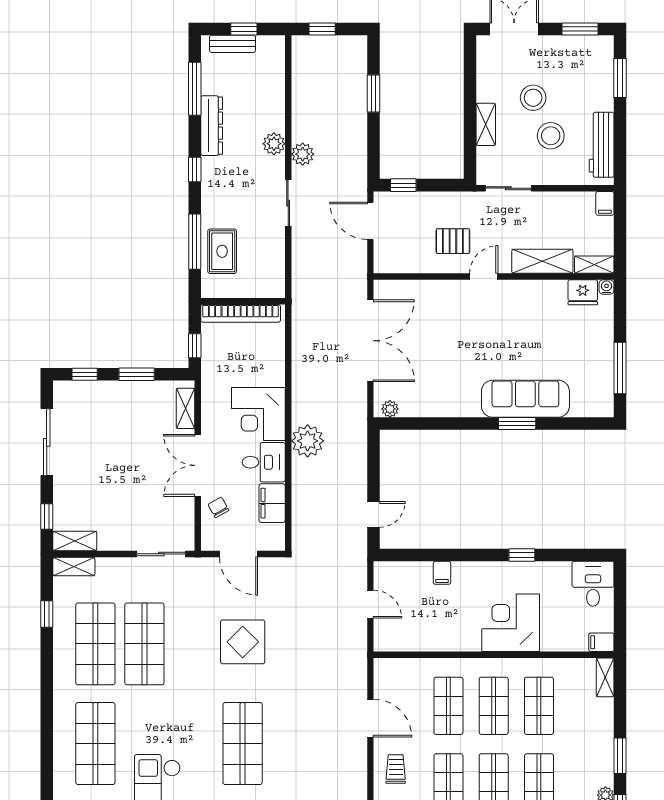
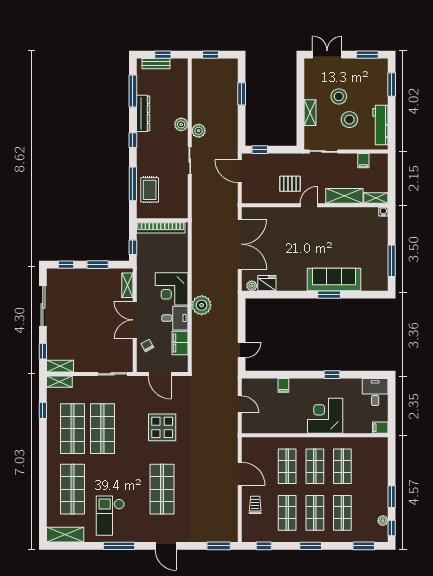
filing cabinet: (605, 203) -> (363, 161), moved
fridge: (583, 292) -> (267, 283), moved, turned 180
shelving: (605, 677) -> (383, 449), removed

